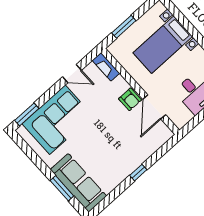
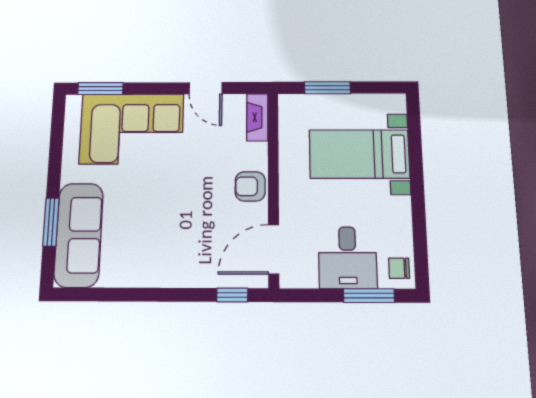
armchair: (130, 99) -> (250, 186), turned 90
door: (154, 107) -> (274, 249), moved
window: (138, 173) -> (232, 295), moved

